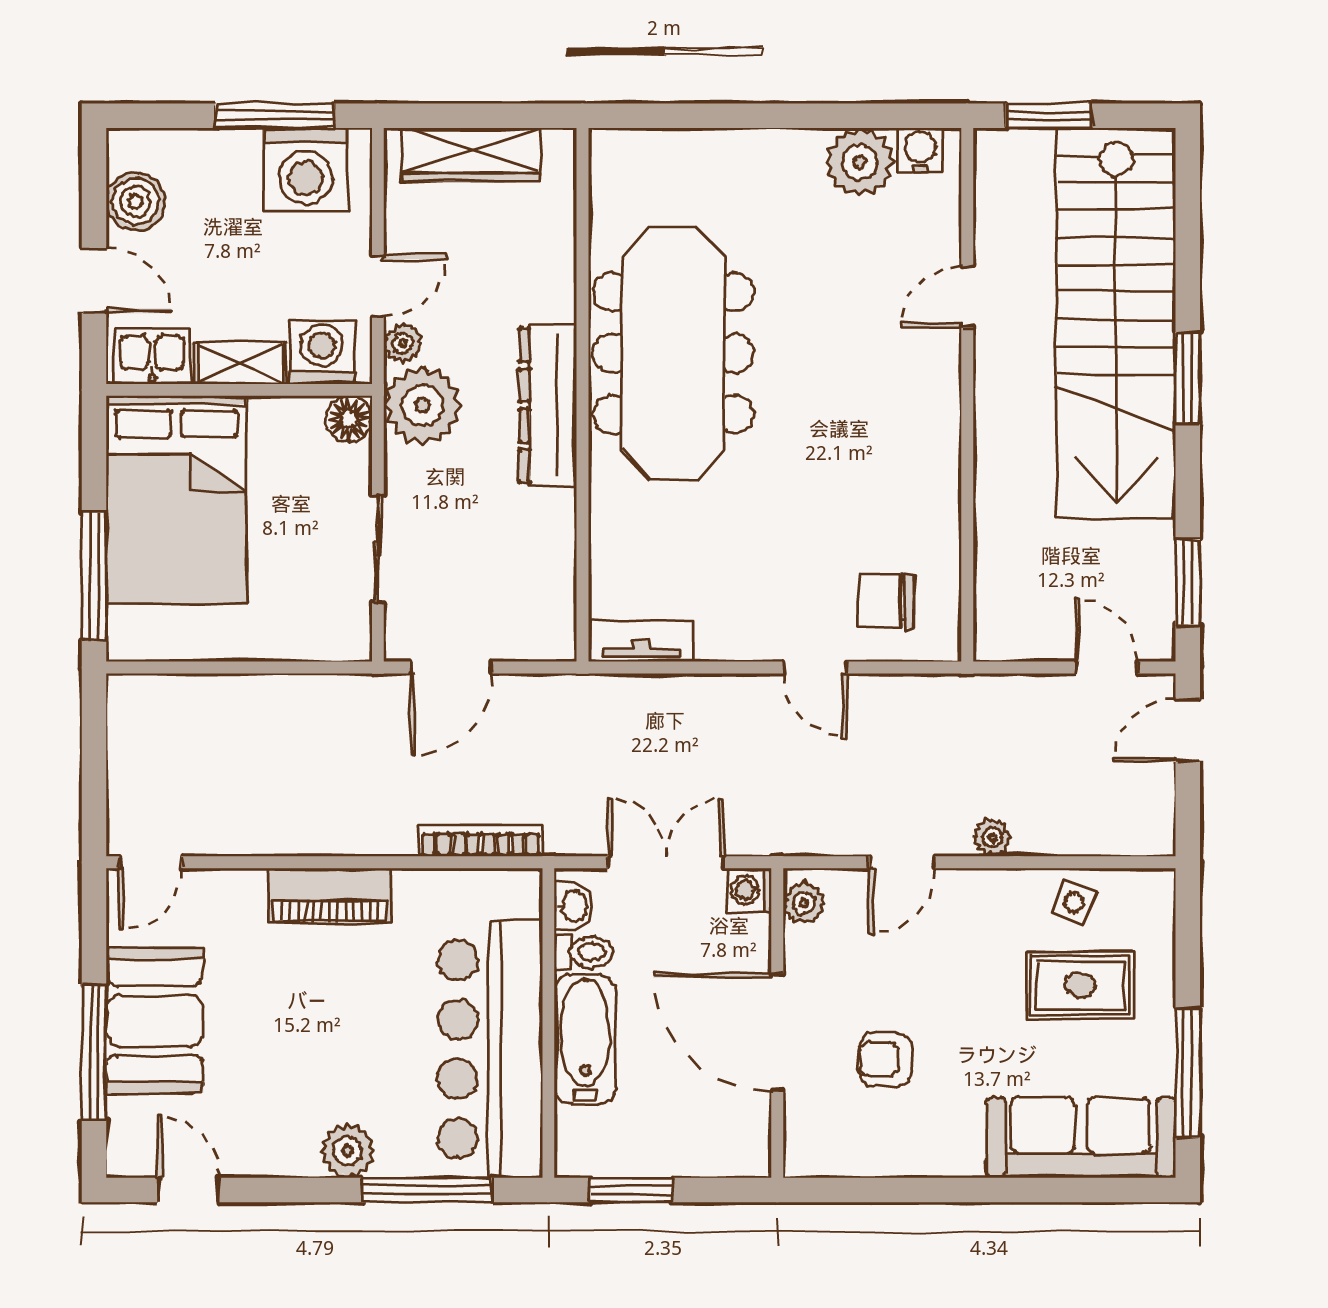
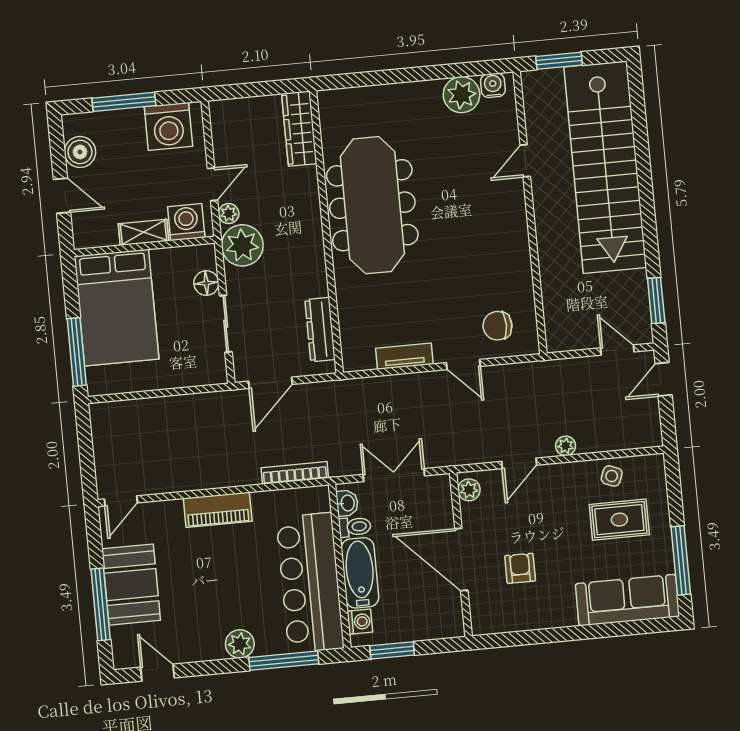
window: (275, 116) -> (124, 102), moved
wardrobe: (471, 155) -> (299, 129), moved, turned 90
kitchen sink: (152, 356) -> (97, 233), removed
window: (1188, 377) -> (646, 192), removed
dresser: (548, 405) -> (320, 330), moved, width x0.73, depth x0.80
floor lamp: (349, 419) -> (206, 283), moved
tv unit: (641, 642) -> (404, 356), moved
washing machine: (749, 890) -> (360, 622), moved, turned 180
armchair: (886, 1059) -> (520, 568), turned 90

